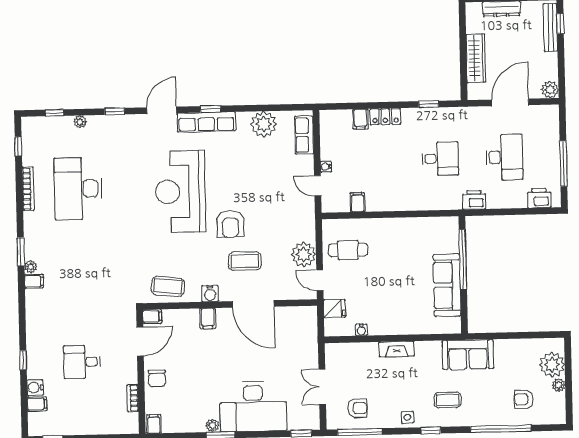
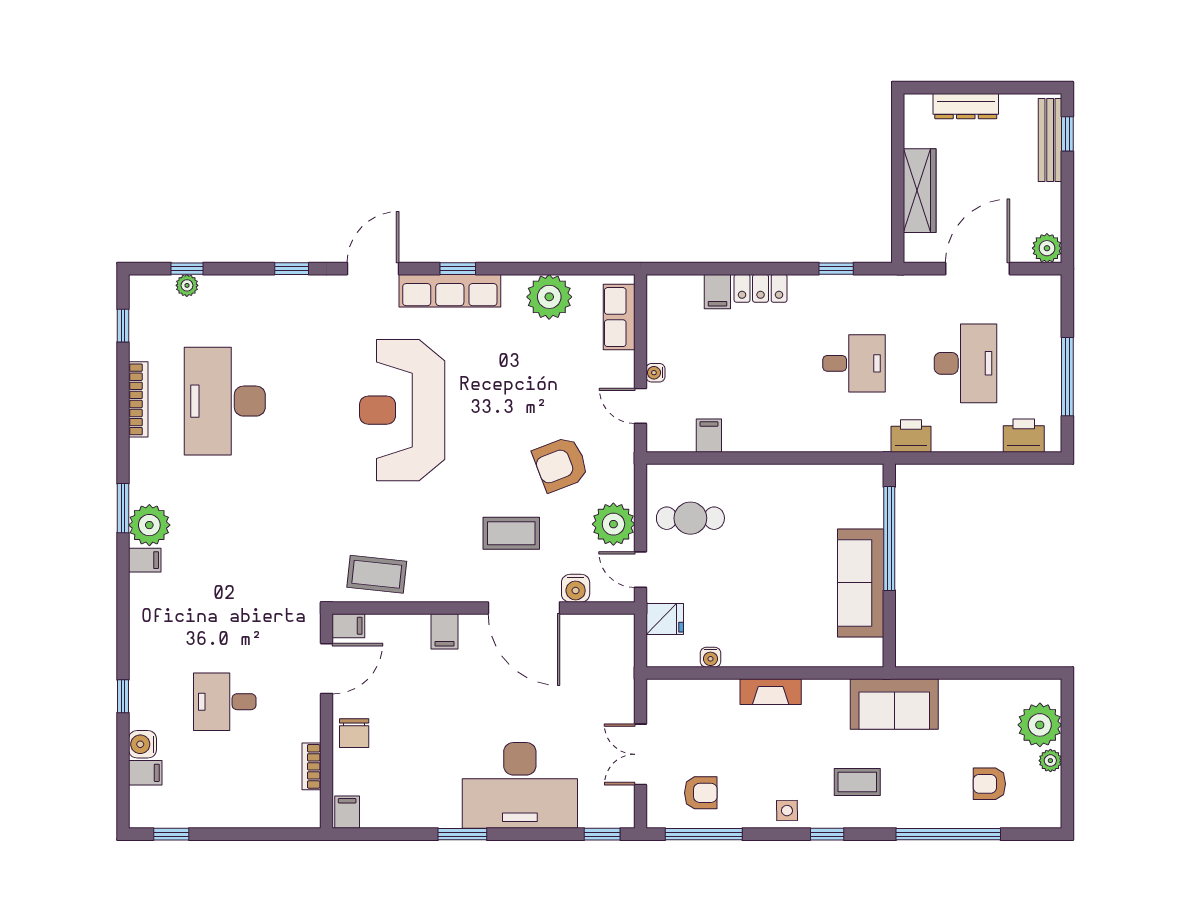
plant: (80, 122) -> (187, 285), moved
armchair: (230, 224) -> (561, 464), moved, turned 69
plant: (31, 267) -> (149, 525), width x1.88, depth x1.88
water cooler: (210, 294) -> (576, 588), moved
plant: (212, 425) -> (449, 817), removed

